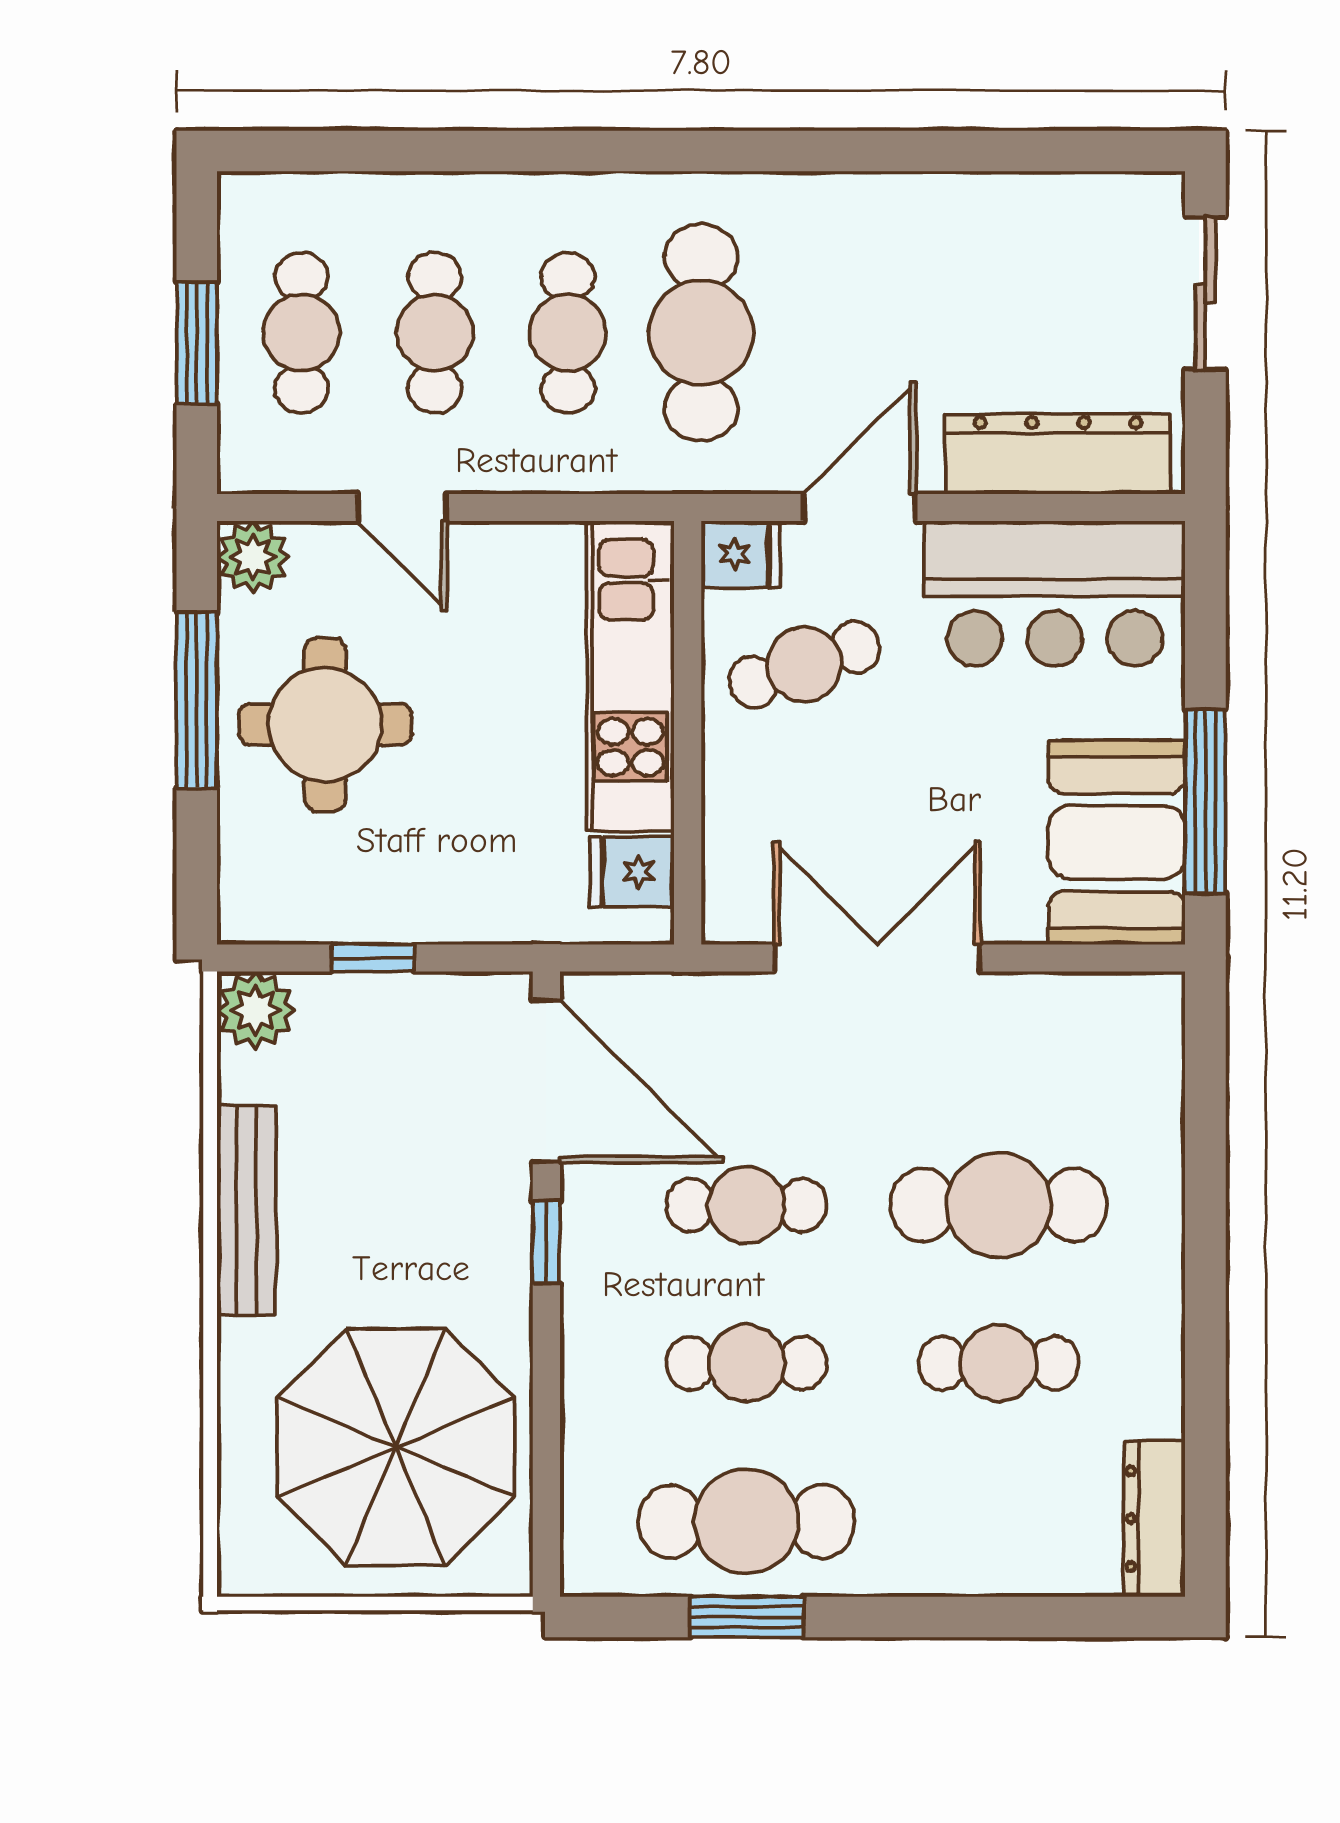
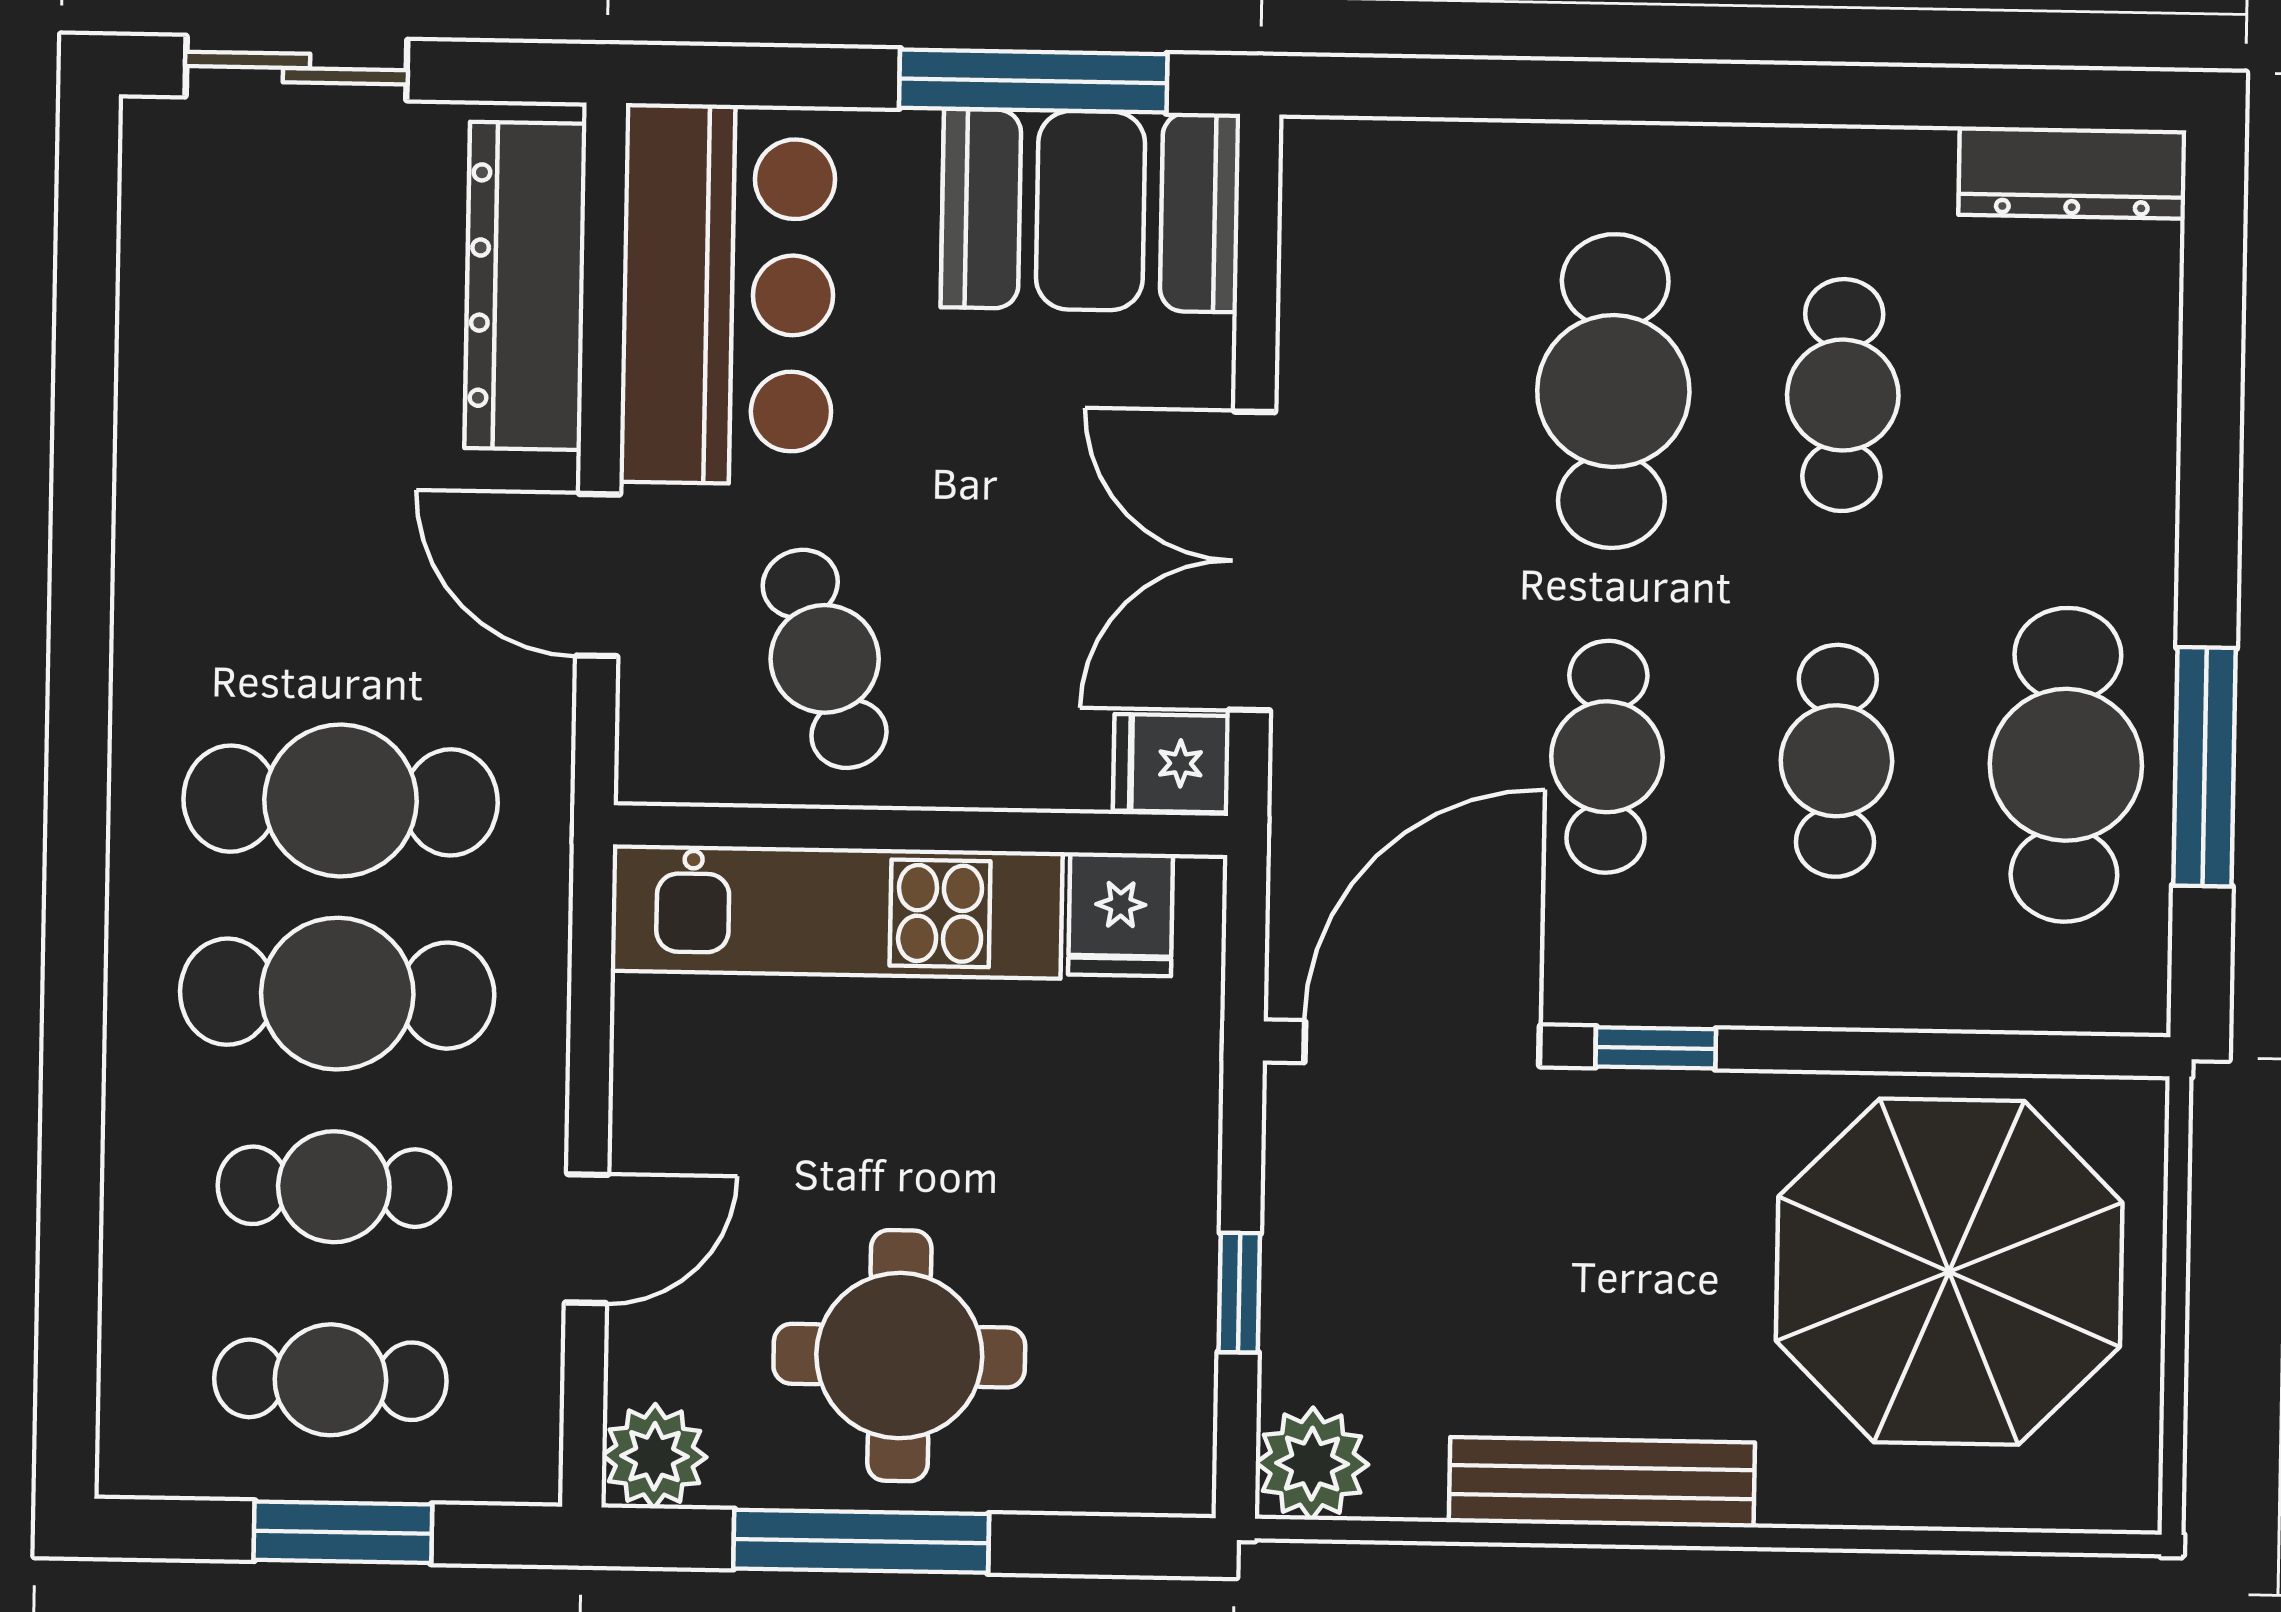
cafe table: (568, 333) -> (337, 994), width x1.37, depth x1.35
fridge: (741, 554) -> (1171, 763), moved, turned -90
window: (747, 1617) -> (2204, 767), width x1.44

